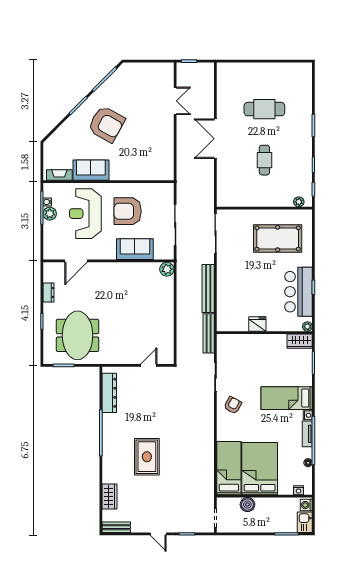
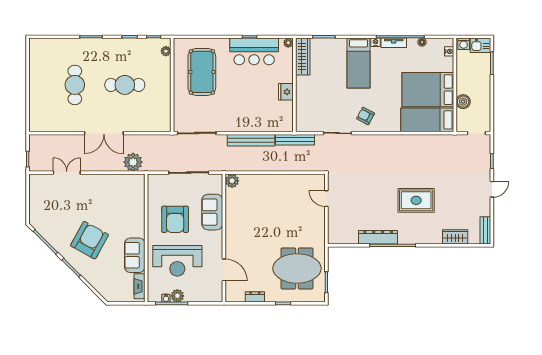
cafe table: (264, 160) -> (125, 85), width x1.37, depth x1.35
plant: (186, 168) -> (133, 162), added
wardrobe: (300, 341) -> (303, 57), width x1.50
dresser: (109, 393) -> (378, 237), moved

